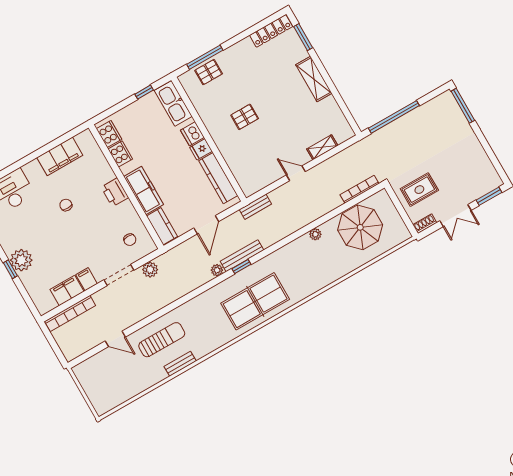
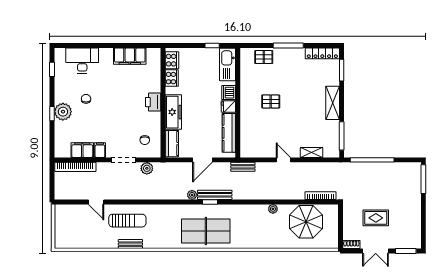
window: (205, 57) -> (288, 45), moved
window: (345, 110) -> (342, 136), added
rug: (419, 190) -> (376, 218), moved
chair: (66, 205) -> (86, 99), moved

